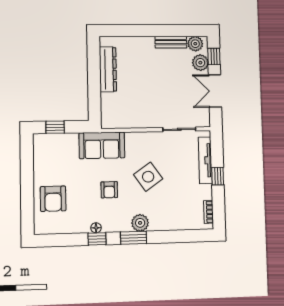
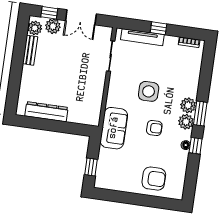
side table: (148, 177) -> (149, 91), turned 35
plant: (122, 224) -> (186, 122), added

